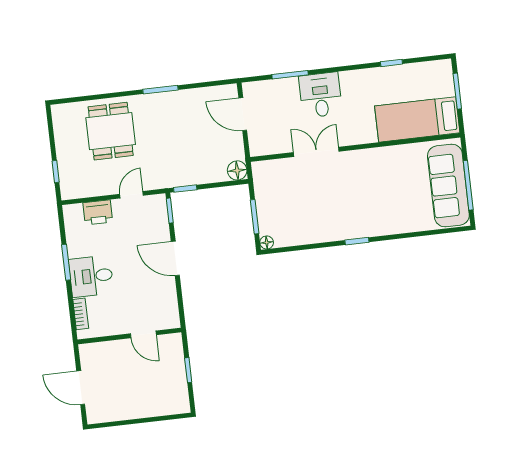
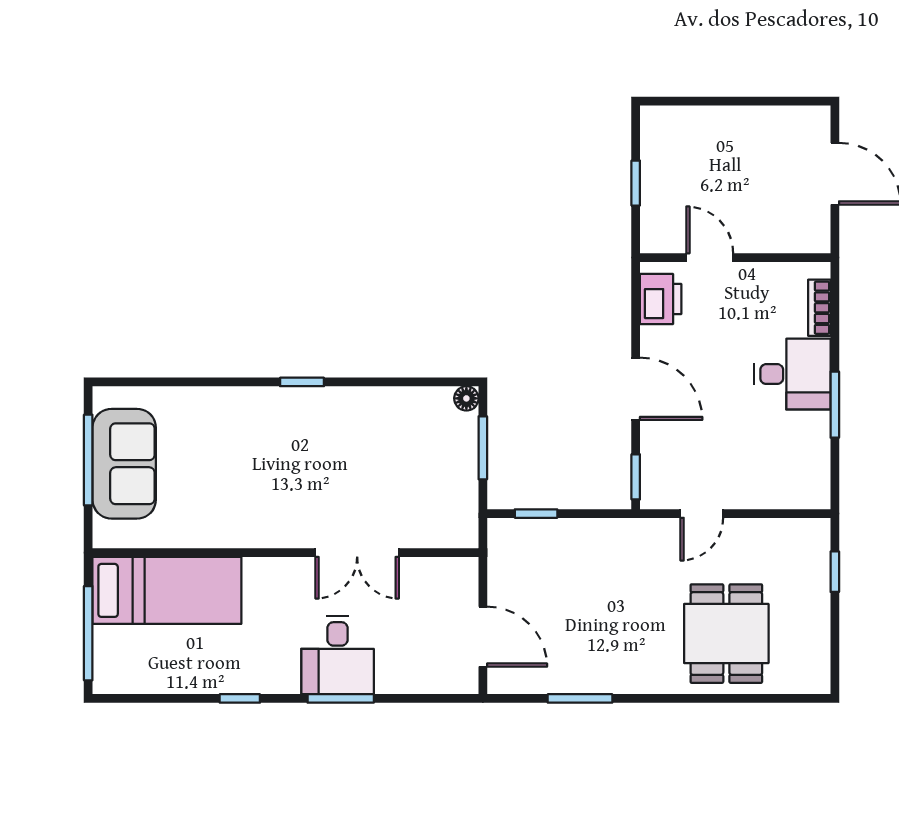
window: (391, 63) -> (240, 698), moved
window: (290, 75) -> (341, 698), moved
window: (160, 90) -> (580, 698), moved
window: (457, 91) -> (88, 633), width x1.44
floor lamp: (237, 170) -> (505, 536), removed
sofa: (448, 186) -> (124, 464), width x0.73
window: (185, 189) -> (536, 514), moved
printer: (98, 212) -> (661, 299), moved, turned 90

